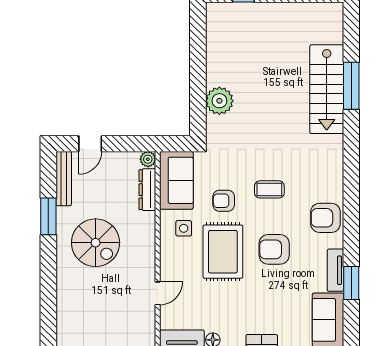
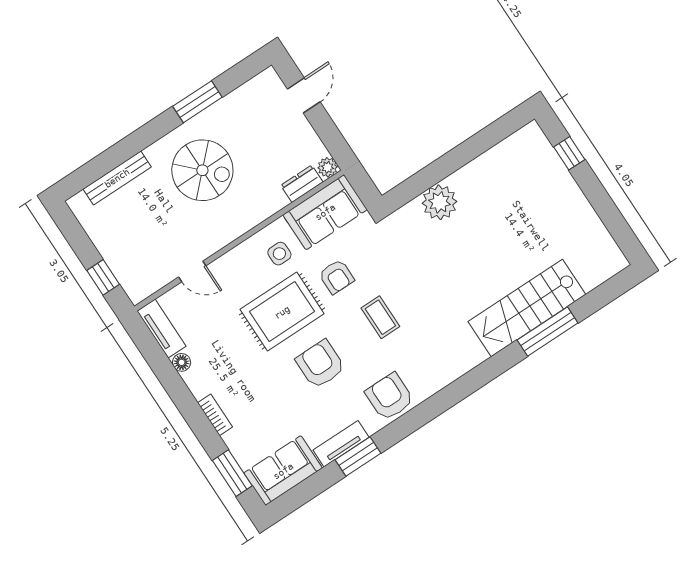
door: (90, 144) -> (304, 95), swing flipped
bench: (64, 179) -> (117, 178), moved
dresser: (147, 190) -> (302, 184), width x0.70
armchair: (224, 201) -> (336, 277), turned 180
spiral stairs: (96, 243) -> (202, 170), turned -90
window: (351, 283) -> (358, 456), moved

